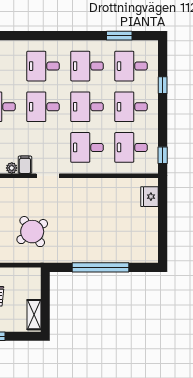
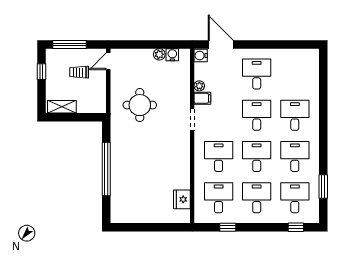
window: (163, 85) -> (296, 227), moved
window: (163, 155) -> (228, 227), moved
fridge: (150, 197) -> (182, 199), moved, turned -90
round table: (32, 232) -> (140, 105), turned 36

